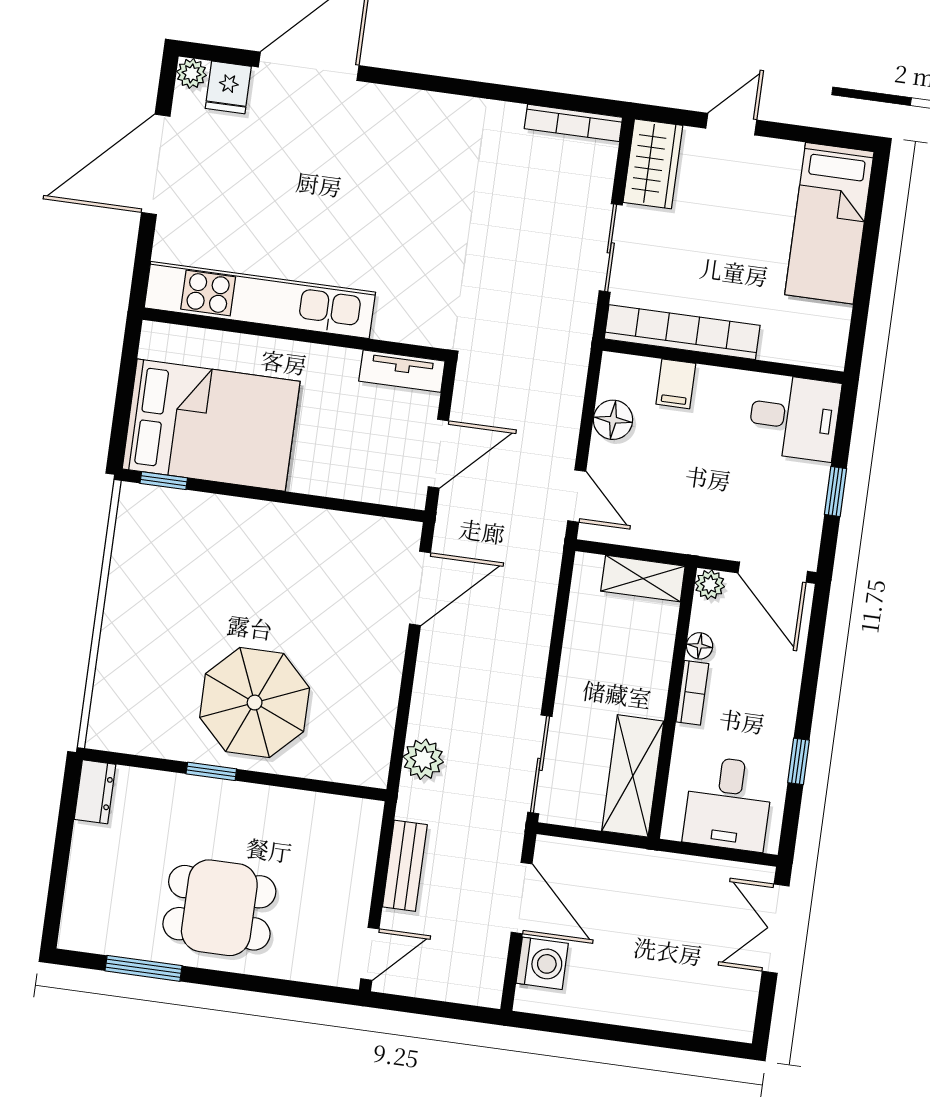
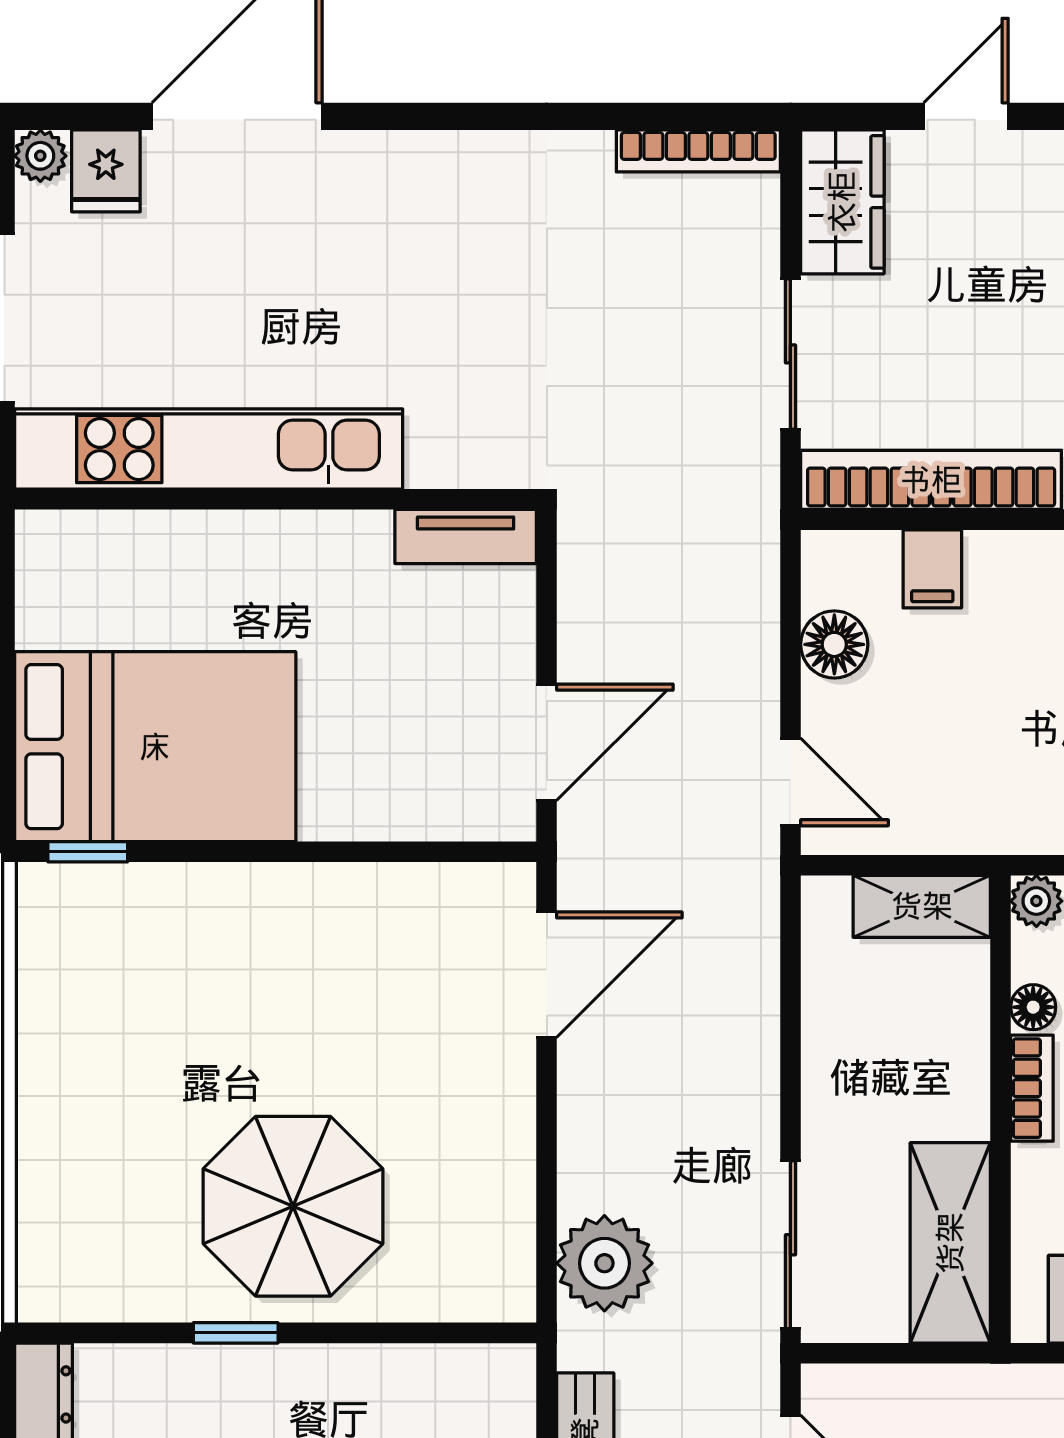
kitchen unit: (260, 300) -> (209, 449), moved
wall: (295, 335) -> (275, 499), moved
tv unit: (402, 371) -> (466, 537), moved
plant: (423, 759) -> (604, 1263), width x1.36, depth x1.36

